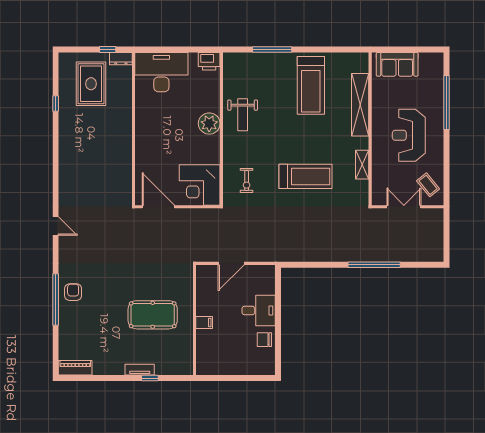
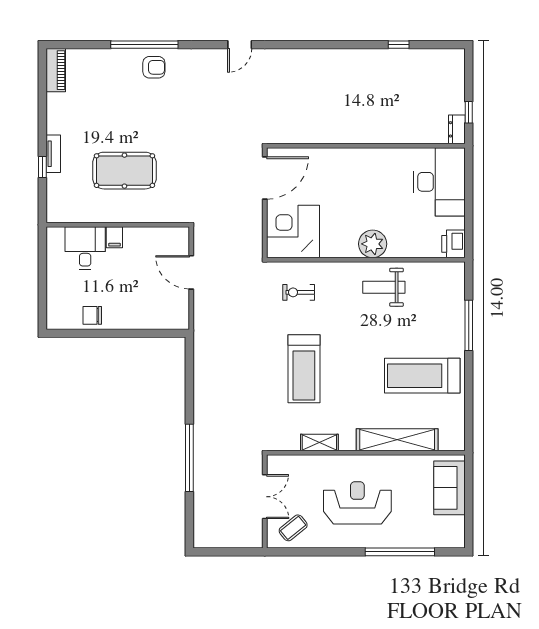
rug: (91, 84) -> (424, 91), removed
desk: (259, 311) -> (85, 248), moved, turned 180
pool table: (153, 315) -> (124, 171), turned 90
chair: (264, 340) -> (92, 315), turned -90

